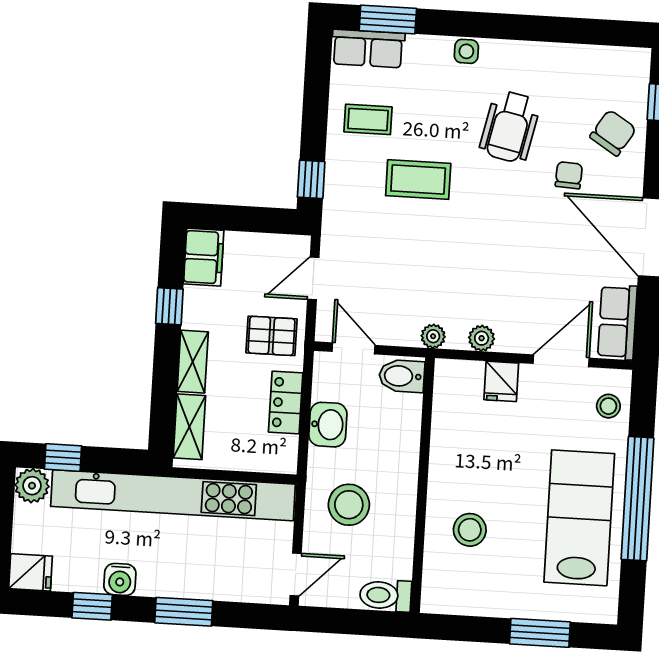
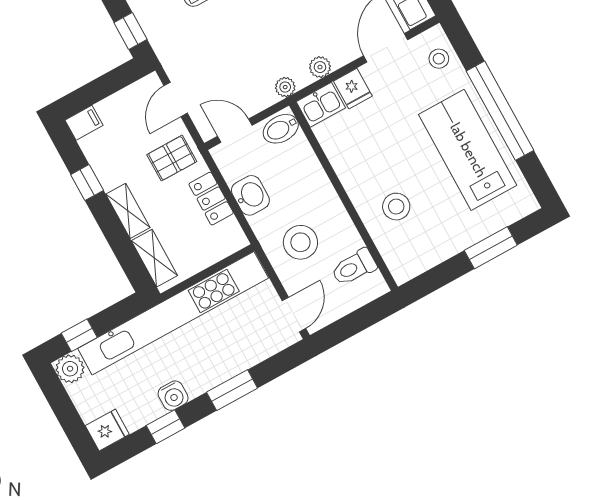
filing cabinet: (204, 257) -> (84, 123), width x0.50
kitchen sink: (458, 377) -> (321, 105), added
toilet: (386, 595) -> (354, 267), moved

